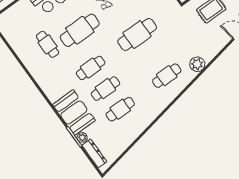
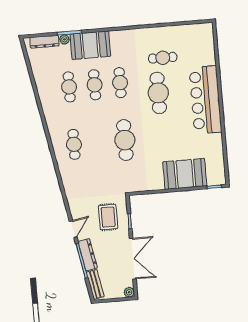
plant: (197, 64) -> (68, 177), removed

